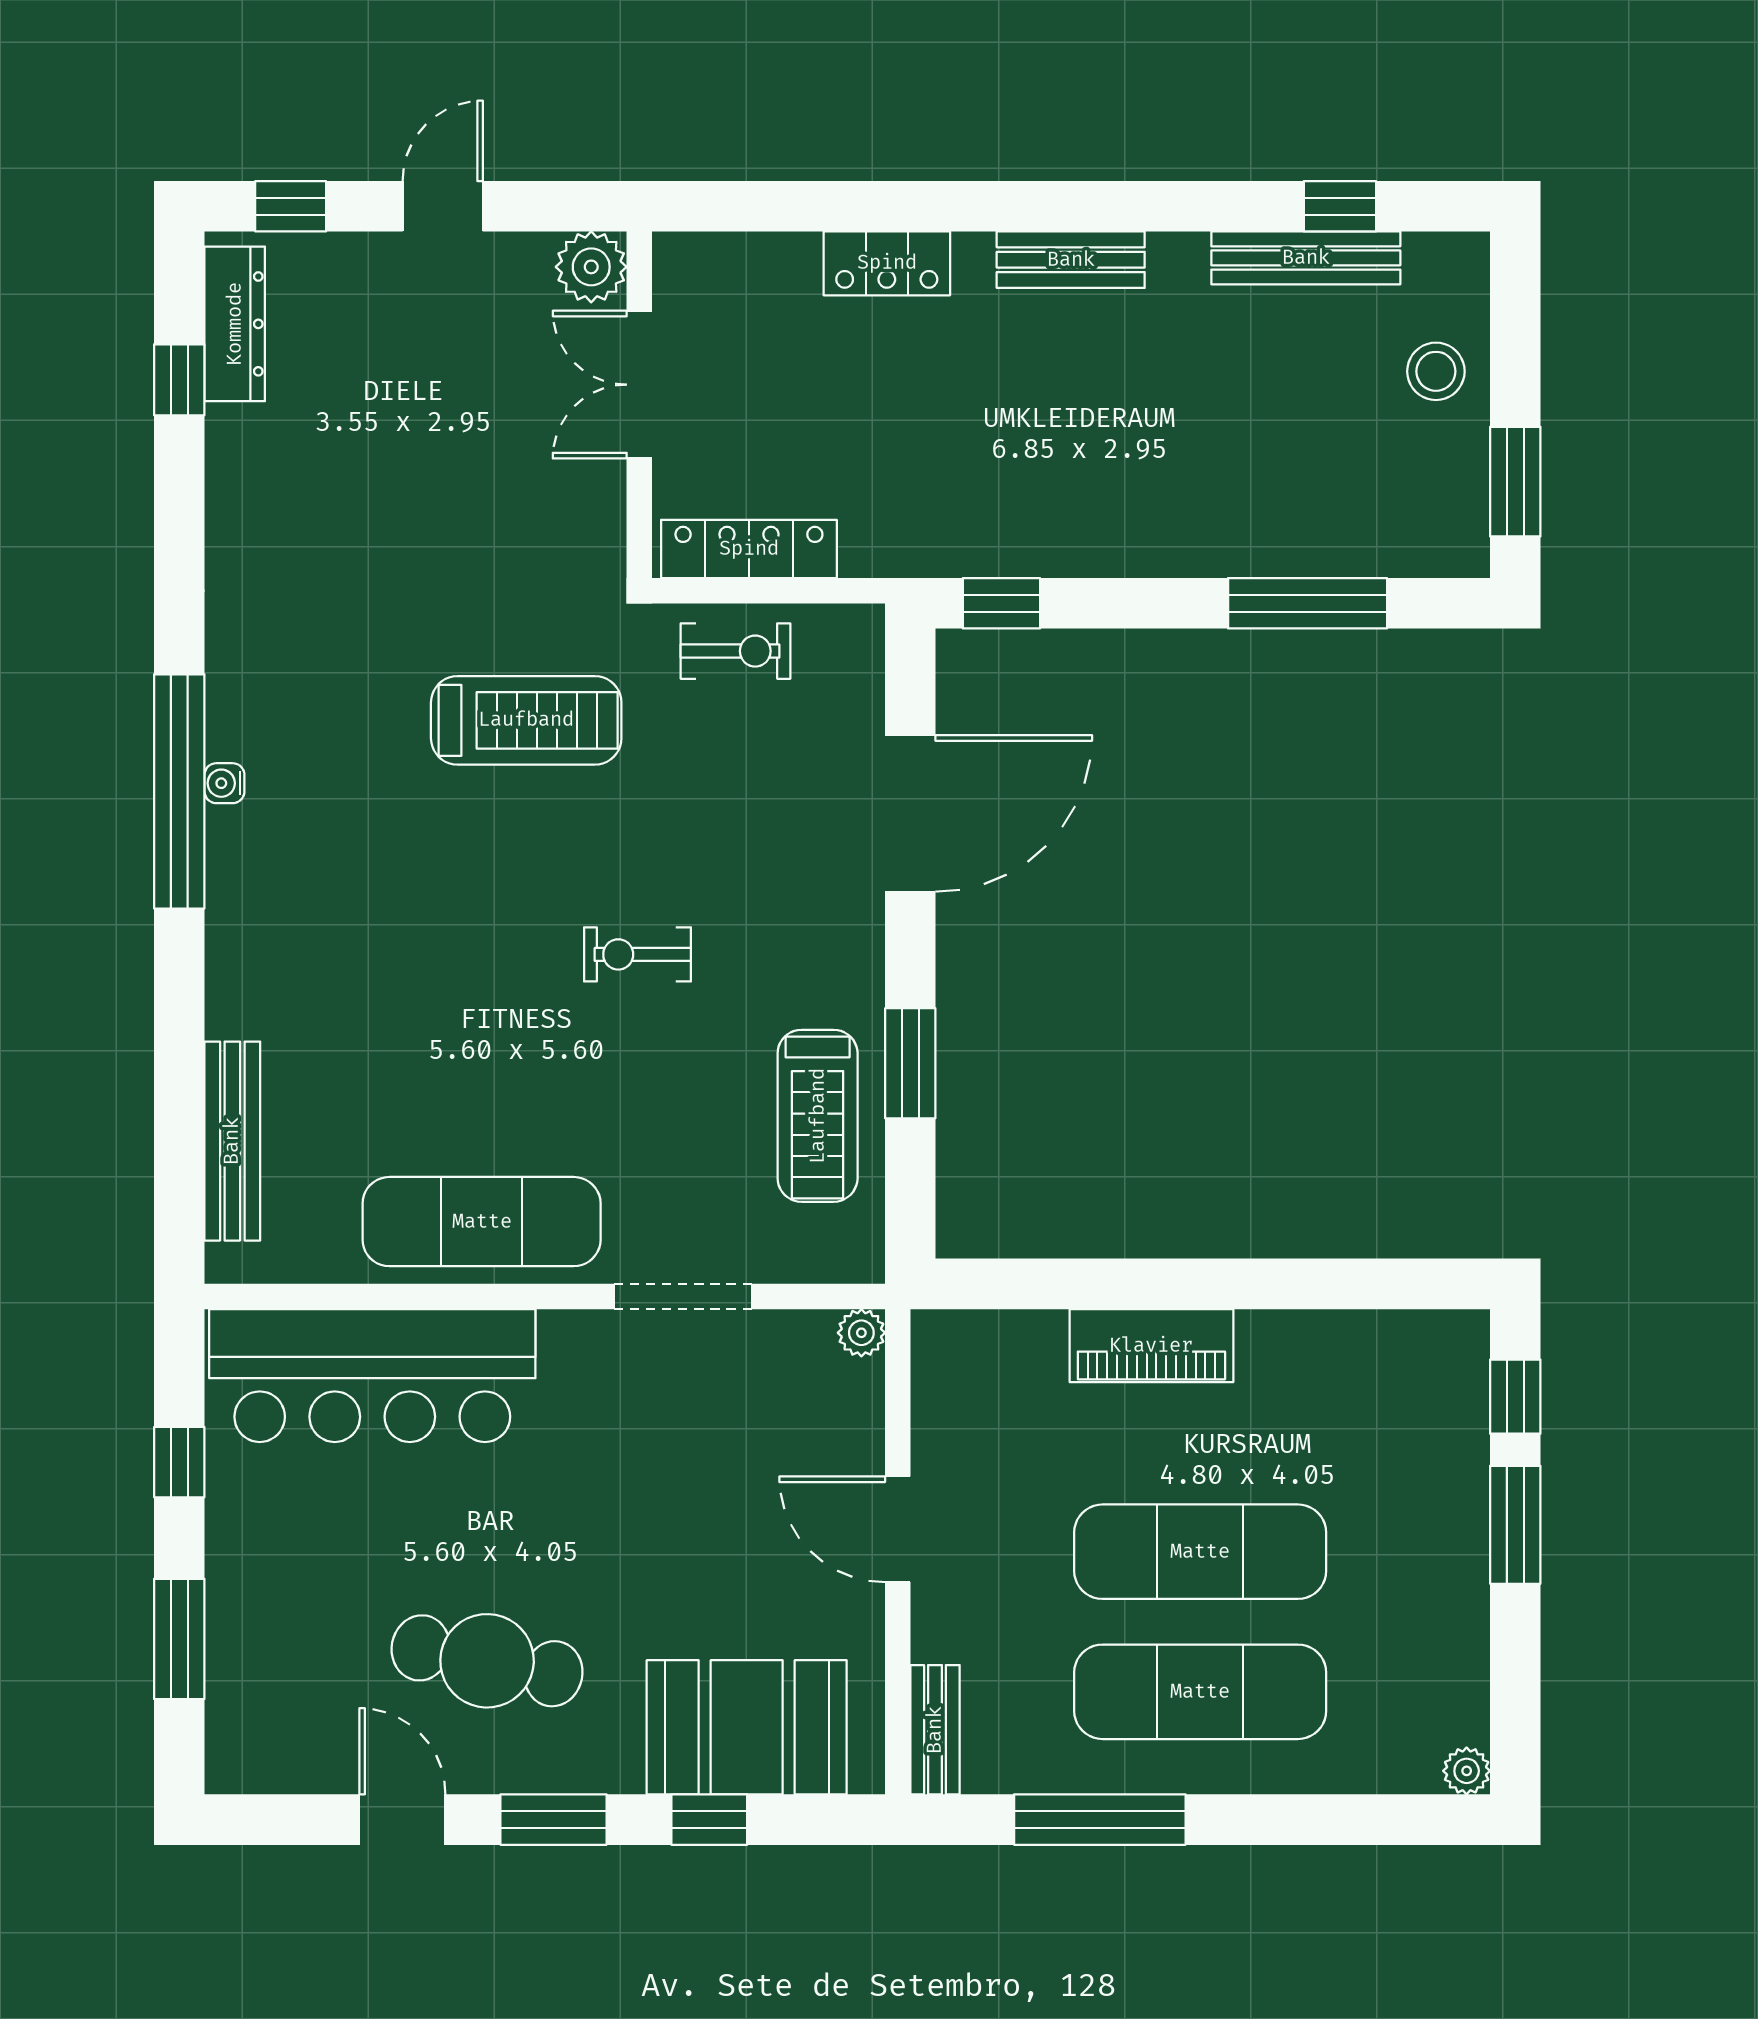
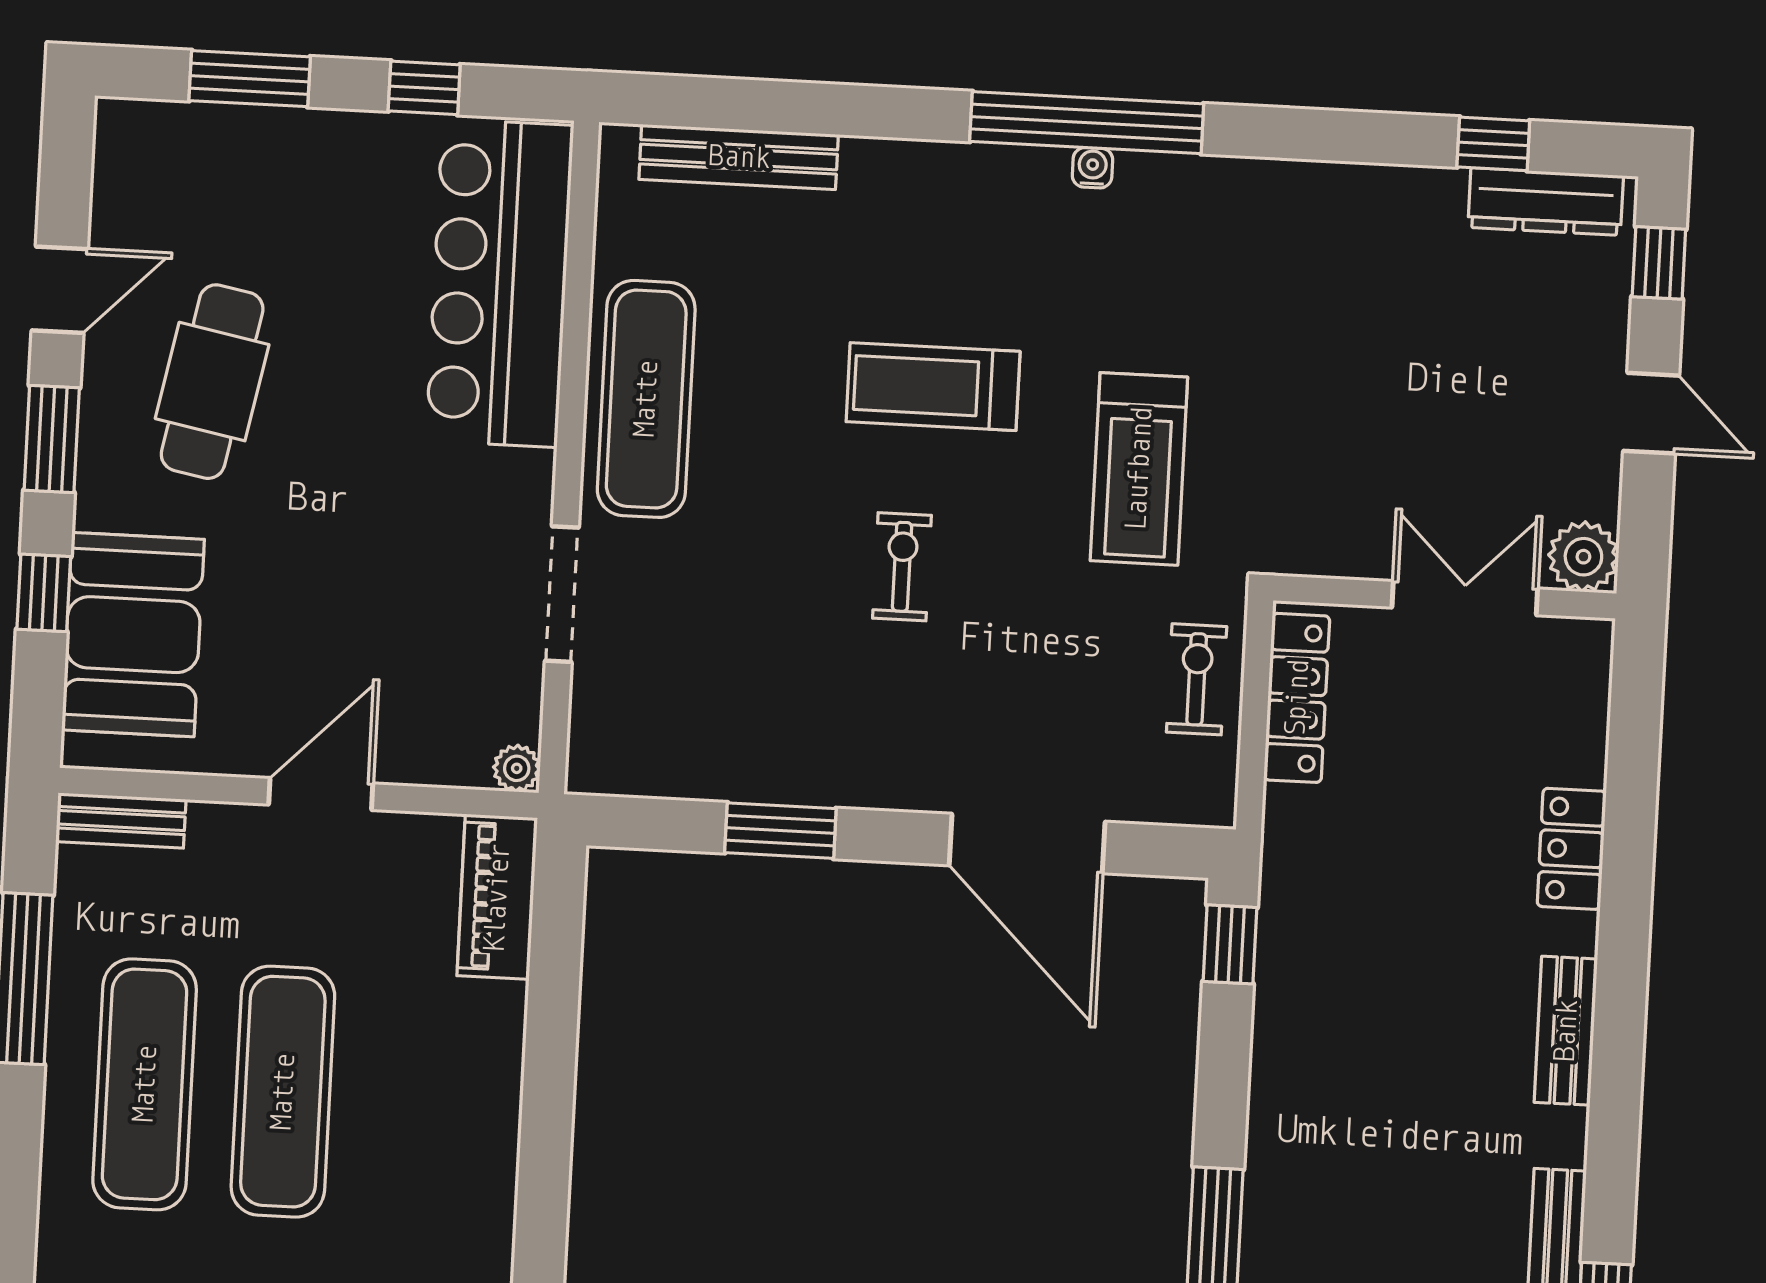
exercise bike: (735, 651) -> (1197, 679), turned 180
treadmill: (818, 1116) -> (933, 387), moved
piano: (1151, 1346) -> (497, 897), moved

